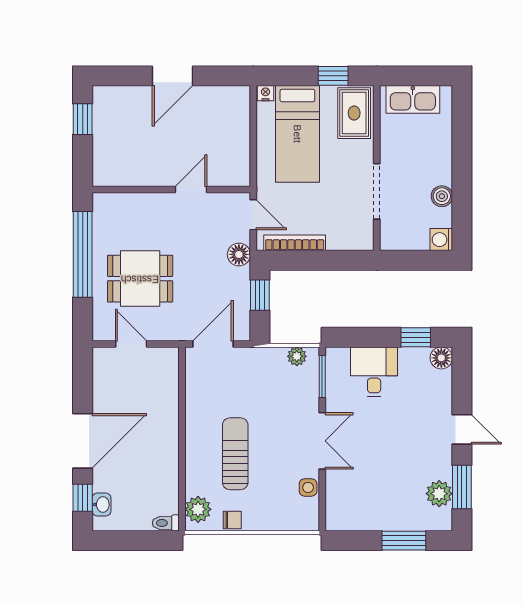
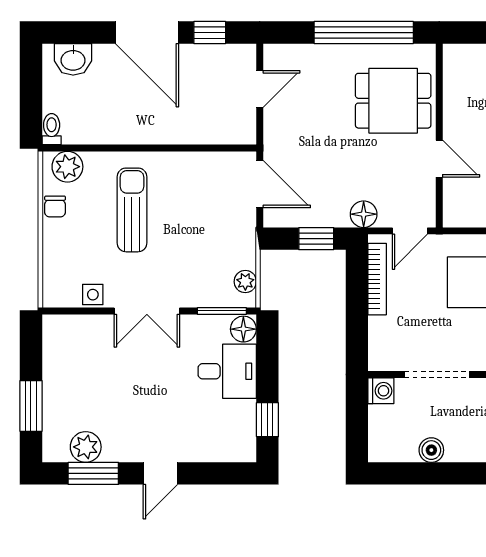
washing machine: (441, 240) -> (381, 391), moved, turned 90
dining table: (140, 279) -> (393, 101), moved, turned 90
floor lamp: (441, 358) -> (243, 329), moved
sun lounger: (235, 454) -> (132, 210), turned -90
window: (83, 498) -> (210, 33), moved
washbasin: (102, 505) -> (73, 59), width x1.38, depth x1.45

